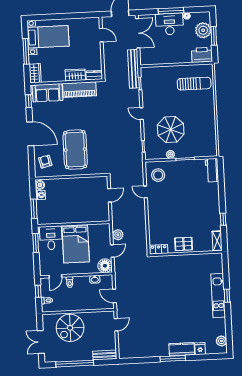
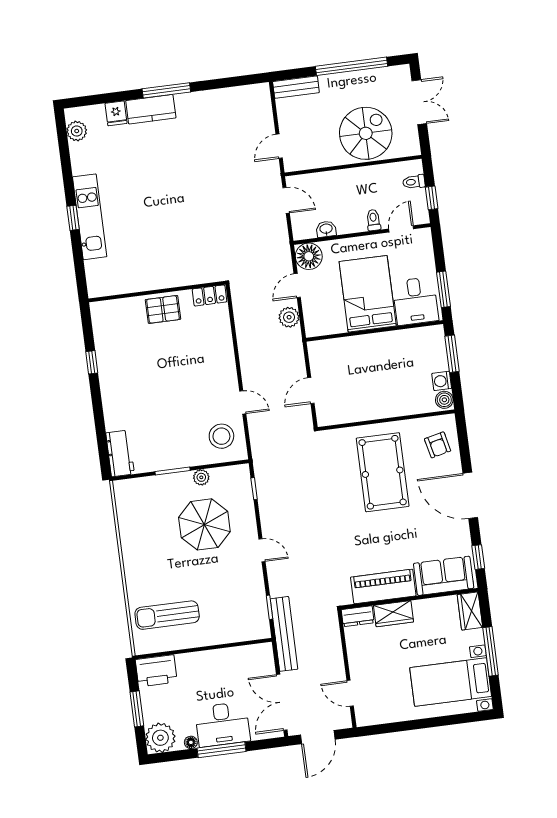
plant: (203, 30) -> (160, 738), moved
shelving: (217, 241) -> (100, 320), removed

